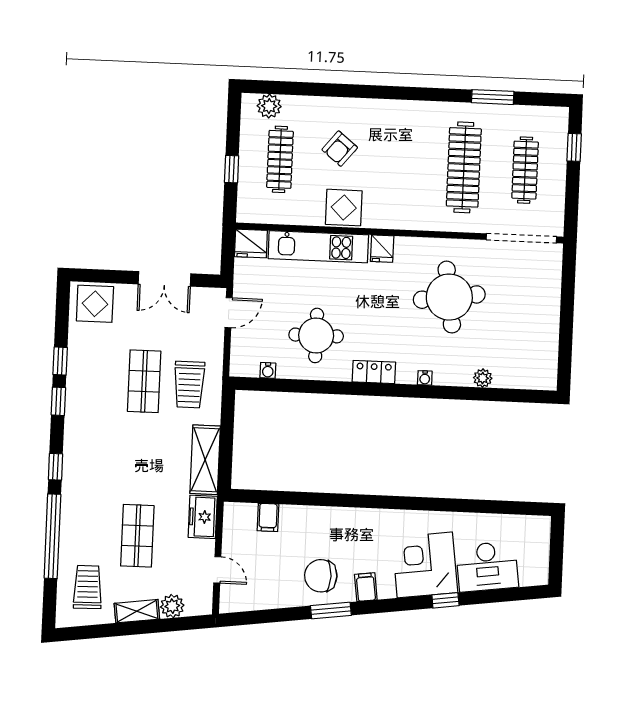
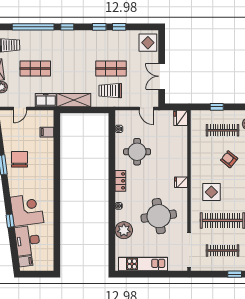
display table: (344, 208) -> (211, 192), moved
kitchen unit: (318, 247) -> (143, 264), moved, turned 90
plant: (483, 378) -> (124, 230), width x1.88, depth x1.88
filing cabinet: (366, 587) -> (26, 261), moved

